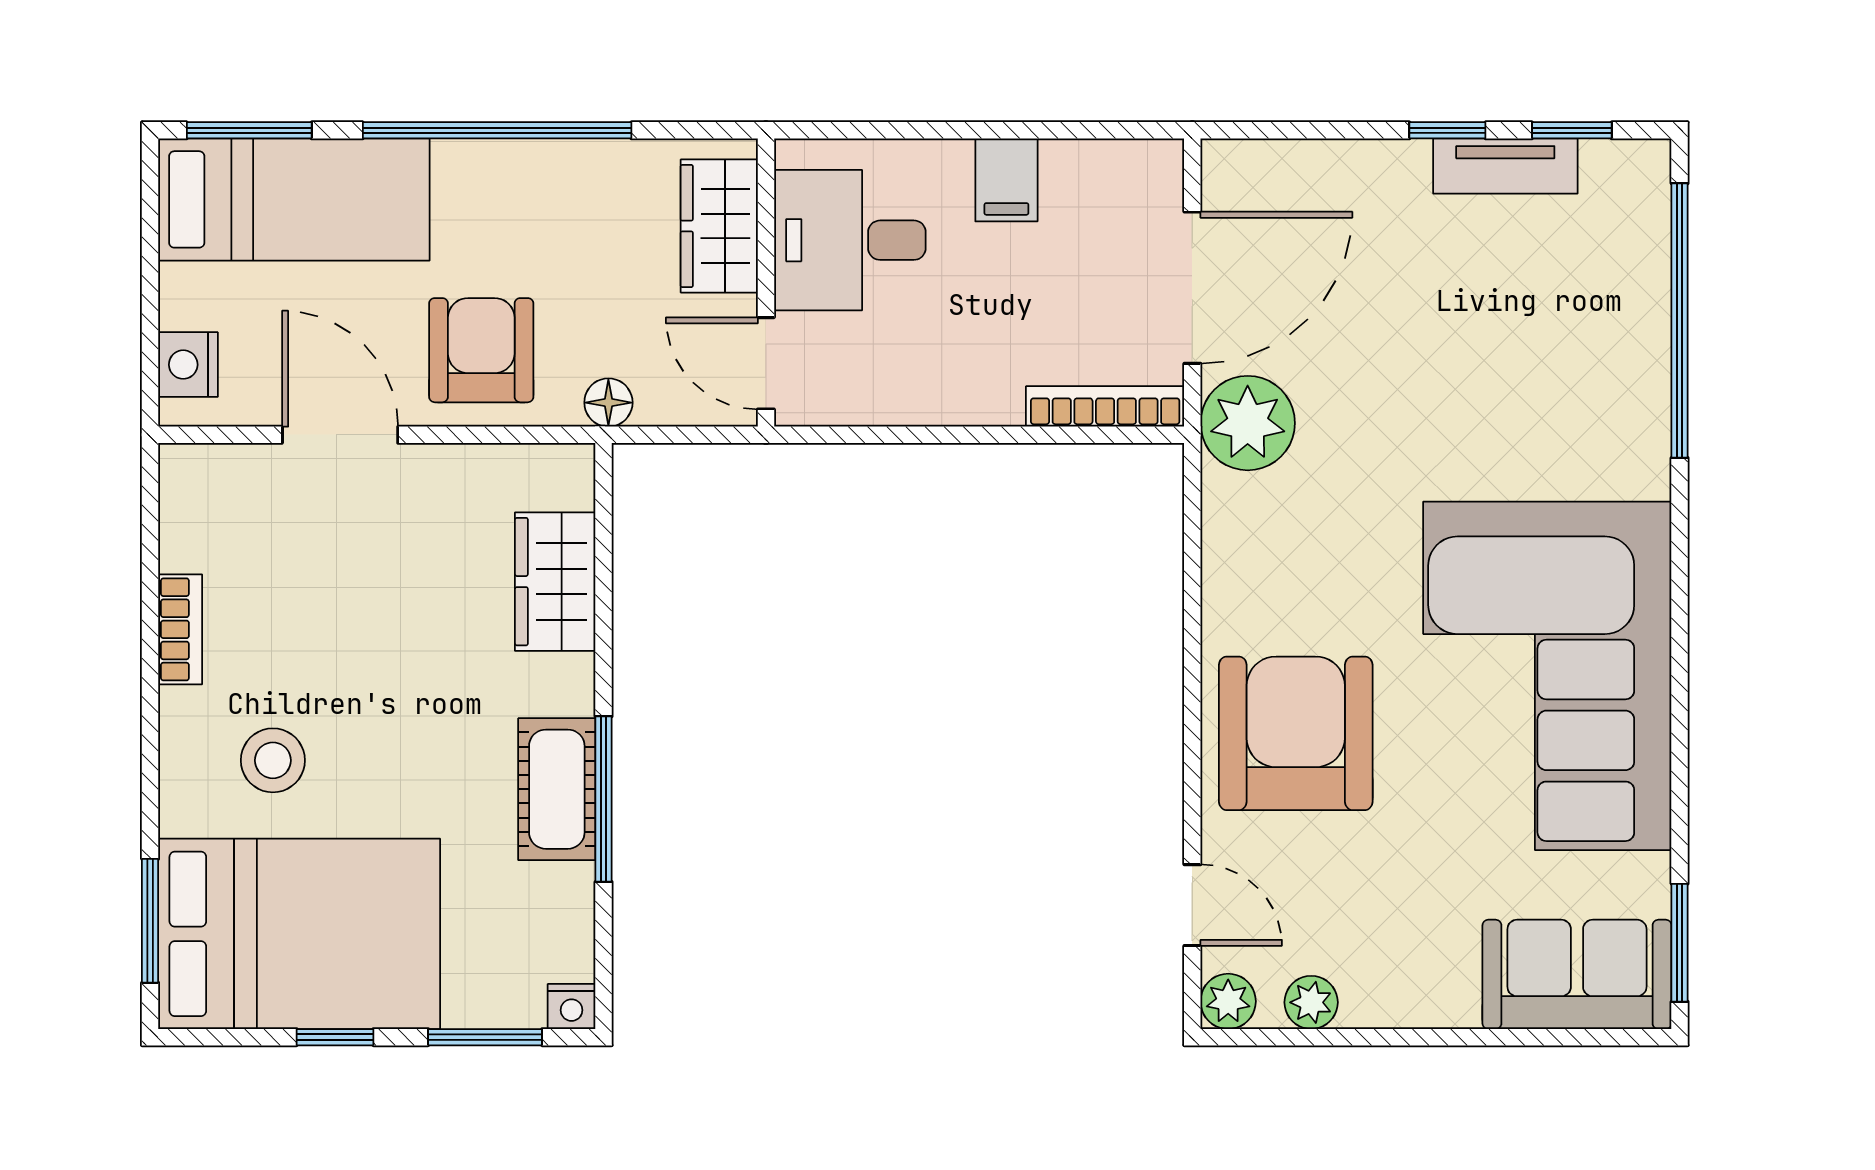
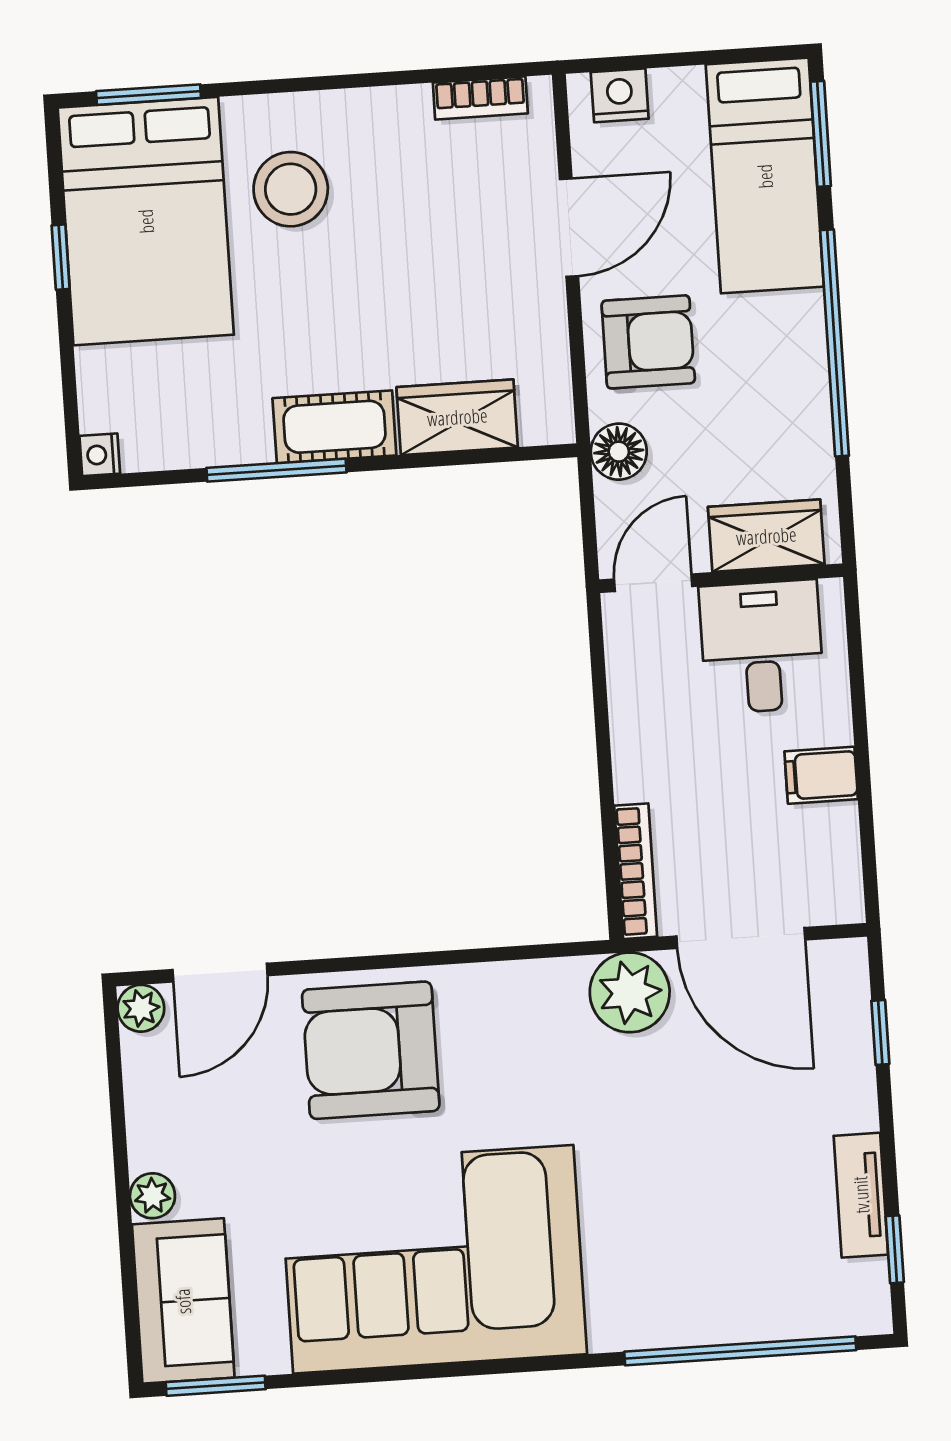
window: (1447, 130) -> (880, 1032), moved
floor lamp: (608, 403) -> (619, 452), width x1.37, depth x1.37
bookcase: (180, 629) -> (480, 98), moved
armchair: (1296, 733) -> (371, 1050), turned 180
stool: (273, 760) -> (291, 189), width x1.38, depth x1.38
cot: (557, 789) -> (334, 427), moved
door: (1192, 905) -> (220, 973), width x1.38
plant: (1311, 1002) -> (152, 1196), moved
window: (485, 1037) -> (69, 384), removed

